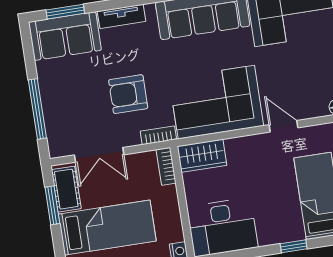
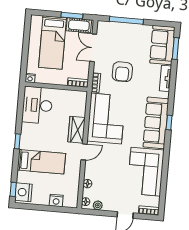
armchair: (128, 94) -> (122, 72), turned 180
wardrobe: (202, 156) -> (77, 130), moved

